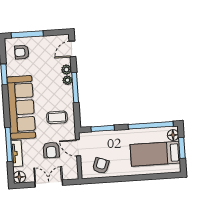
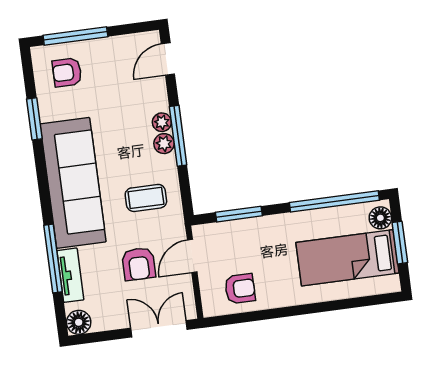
plant: (66, 70) -> (164, 144), moved
door: (78, 148) -> (192, 256), hinge flipped
armchair: (101, 166) -> (240, 289), turned 70
double door: (49, 184) -> (159, 329), moved

